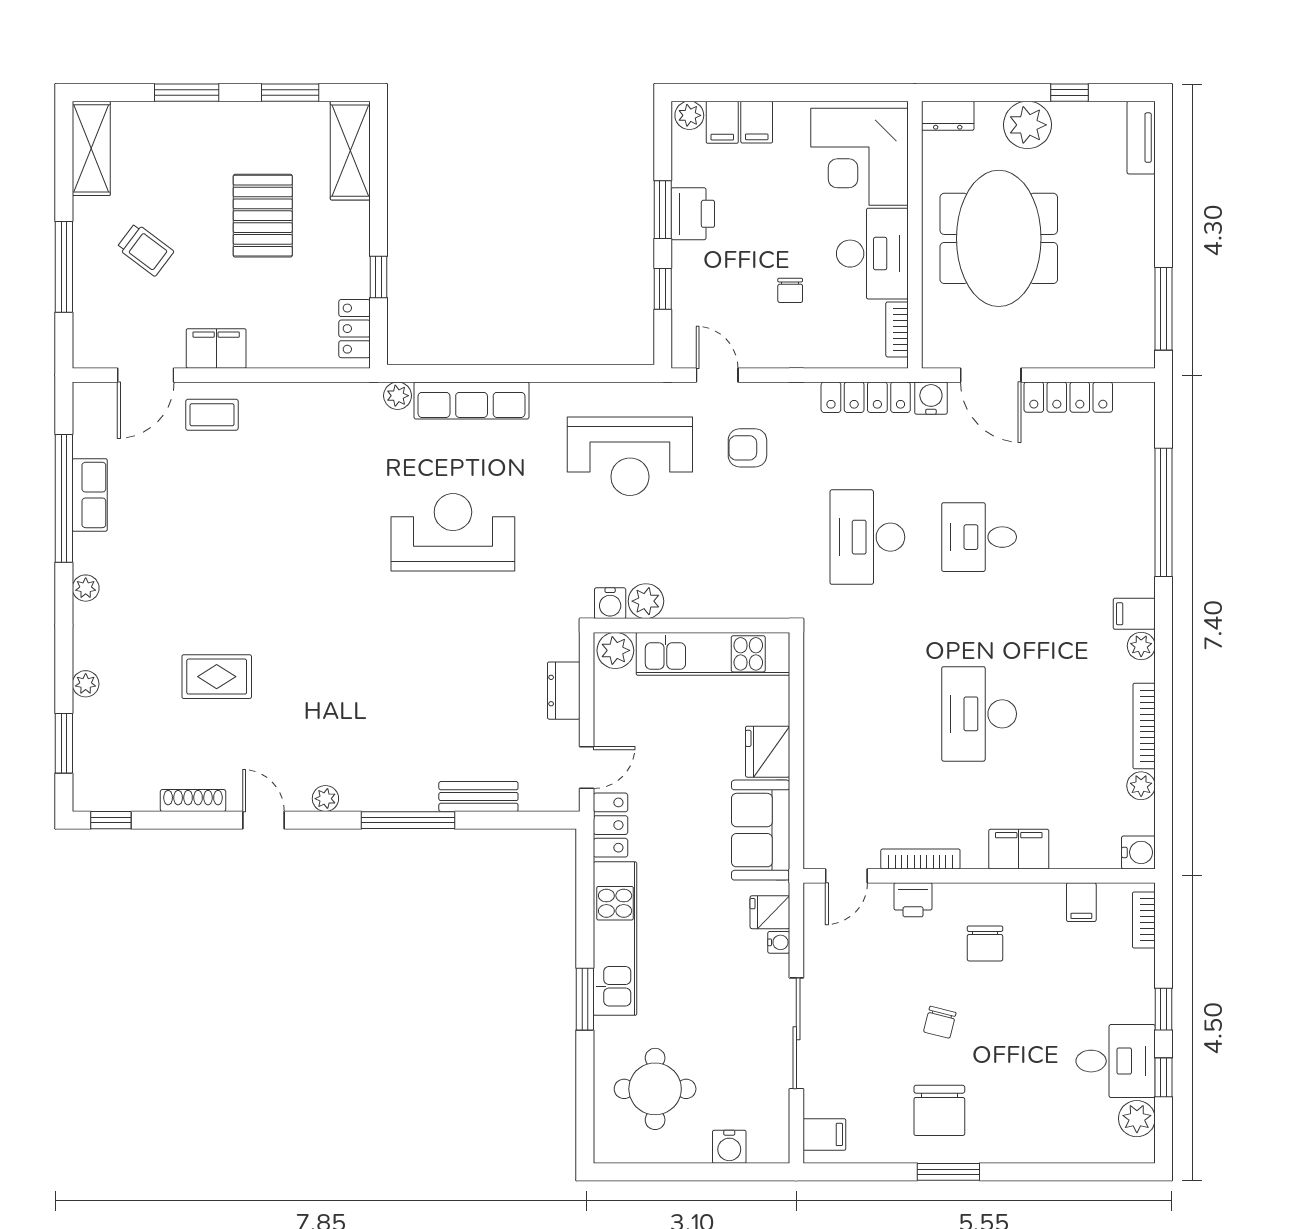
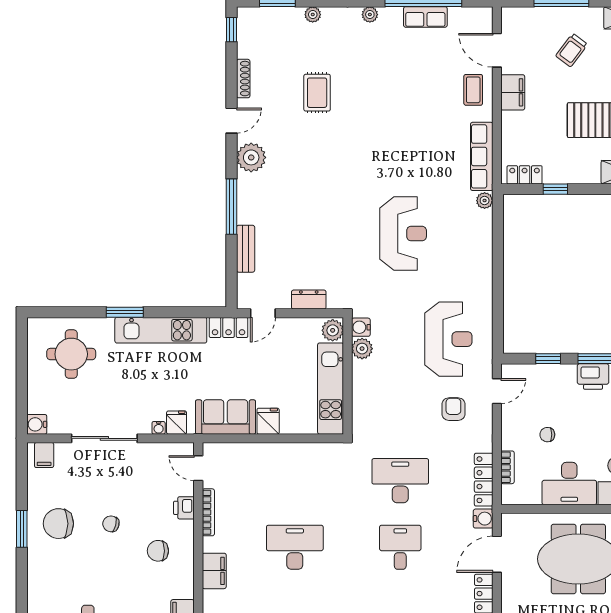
bookcase: (897, 329) -> (507, 467), moved, turned 90
row of seats: (472, 400) -> (482, 156), moved
reception desk: (630, 456) -> (448, 339), turned 180
fridge: (768, 752) -> (268, 421), width x0.72
door: (587, 767) -> (263, 313), hinge flipped
plant: (325, 799) -> (251, 157), width x1.87, depth x1.87
water cooler: (729, 1147) -> (37, 424), moved

